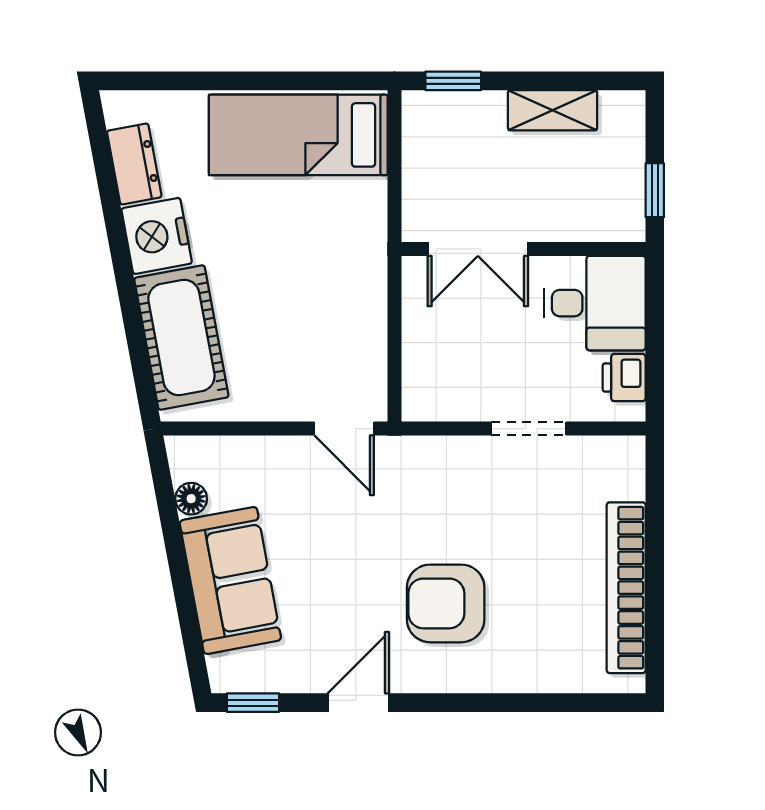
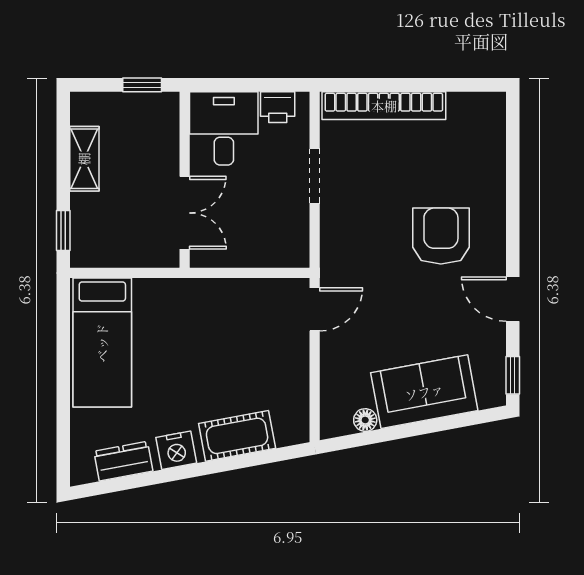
nightstand: (157, 236) -> (176, 450), width x0.74, depth x0.75
cot: (181, 338) -> (237, 436), width x0.73, depth x0.75
bookcase: (626, 588) -> (384, 106), moved
armchair: (446, 603) -> (441, 236), turned 180

